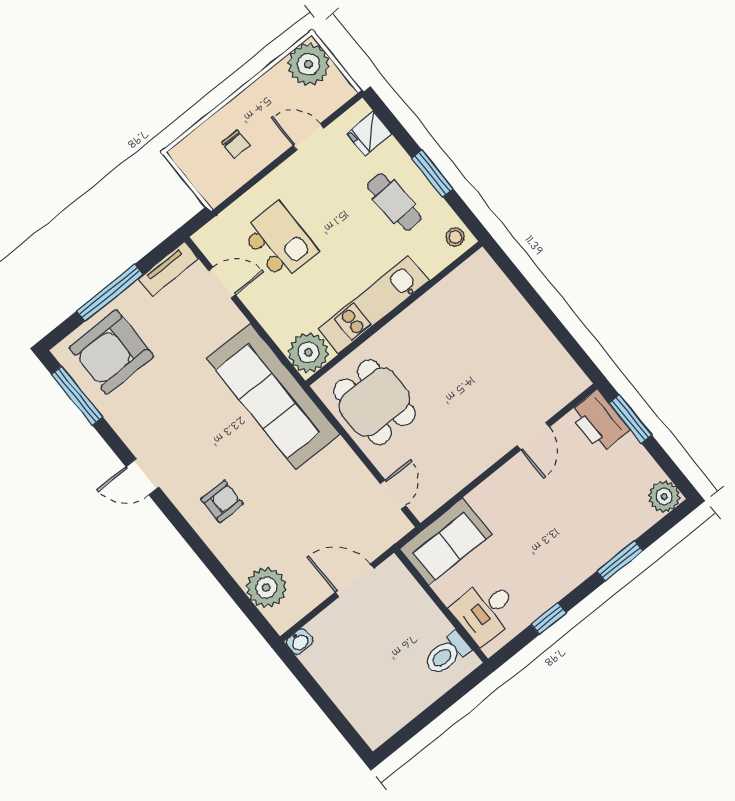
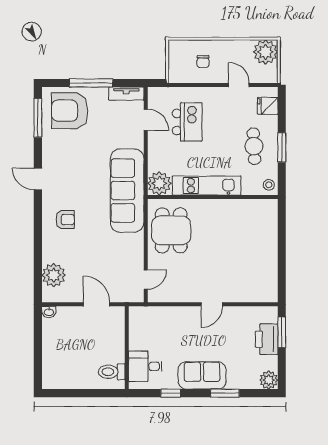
printer: (599, 421) -> (267, 339), moved
door: (533, 436) -> (212, 304), moved
sofa: (446, 541) -> (202, 375), moved, turned 180

